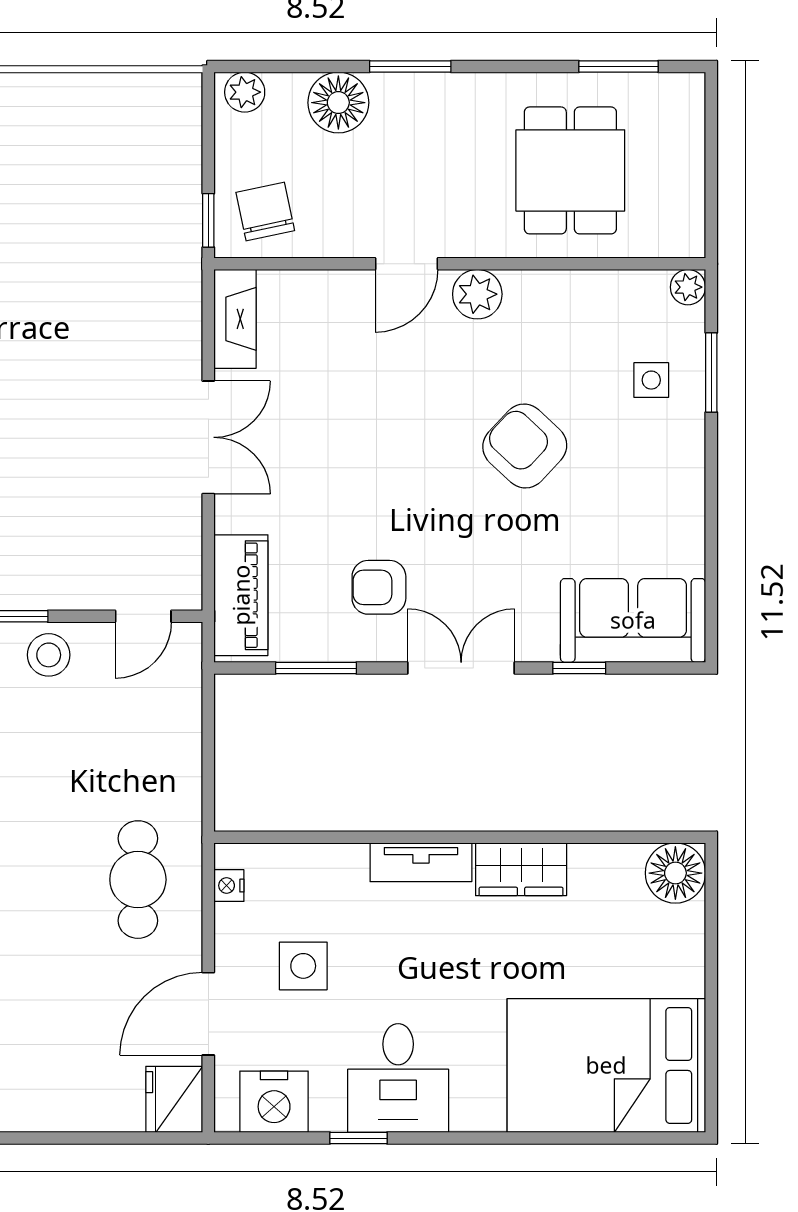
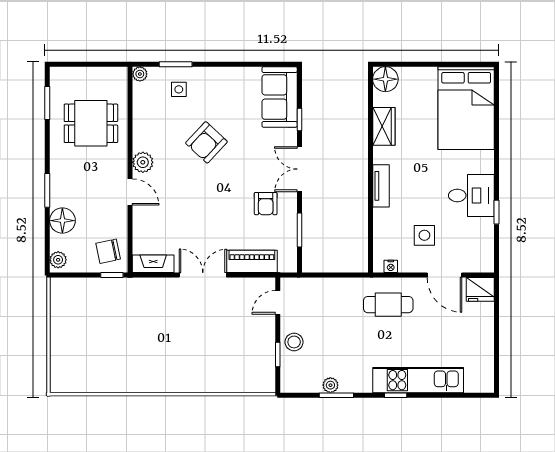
piano: (241, 595) -> (252, 261), moved
door: (143, 616) -> (278, 302), swing flipped
wardrobe: (521, 869) -> (384, 126), moved
nightstand: (274, 1102) -> (481, 248), removed

